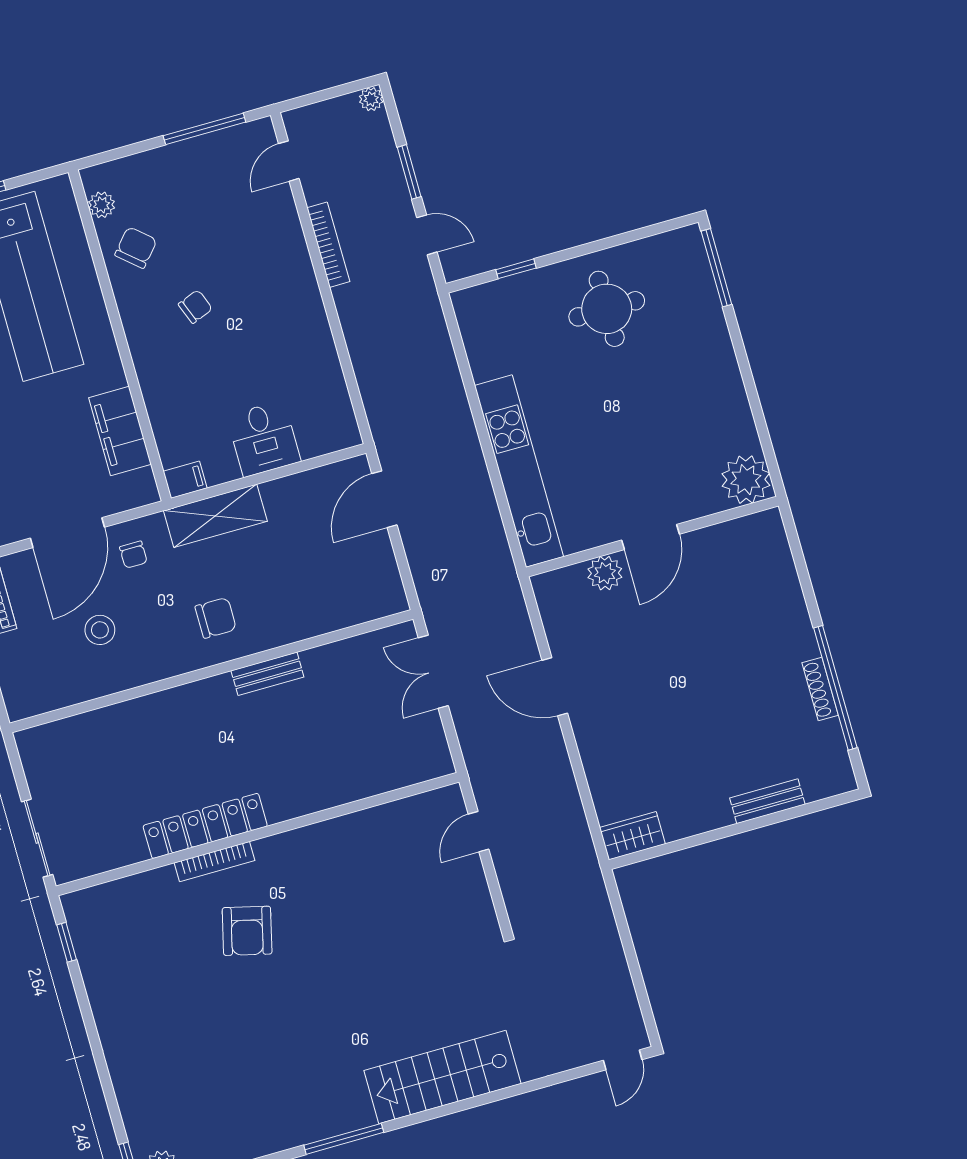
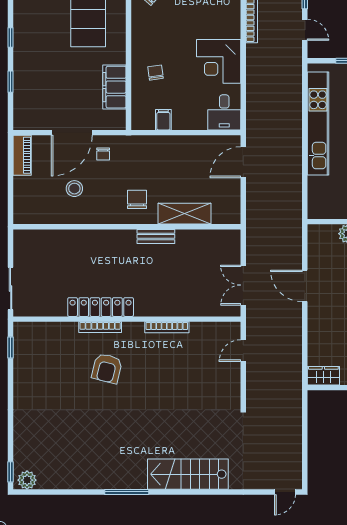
chair: (195, 307) -> (156, 73), moved, turned -77
corner desk: (291, 334) -> (219, 61), added
desk: (264, 439) -> (224, 112), moved
kitchen unit: (519, 471) -> (318, 124), moved
filing cabinet: (185, 480) -> (163, 120), moved, turned -90
shelving: (215, 516) -> (184, 214), moved
chair: (216, 618) -> (137, 199), turned -90
double door: (433, 672) -> (243, 285), moved
bookcase: (332, 829) -> (167, 327), added

